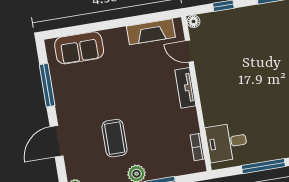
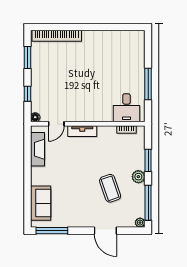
window: (47, 85) -> (52, 231), moved
coffee table: (115, 138) -> (110, 188), turned 71

